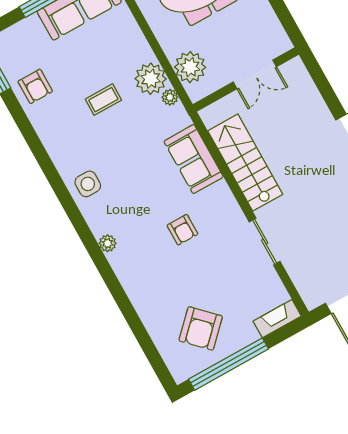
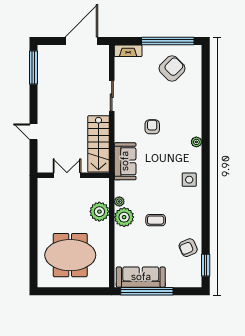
double door: (255, 74) -> (67, 175), moved
wall: (246, 79) -> (73, 175), moved
armchair: (35, 86) -> (188, 248), turned -113

